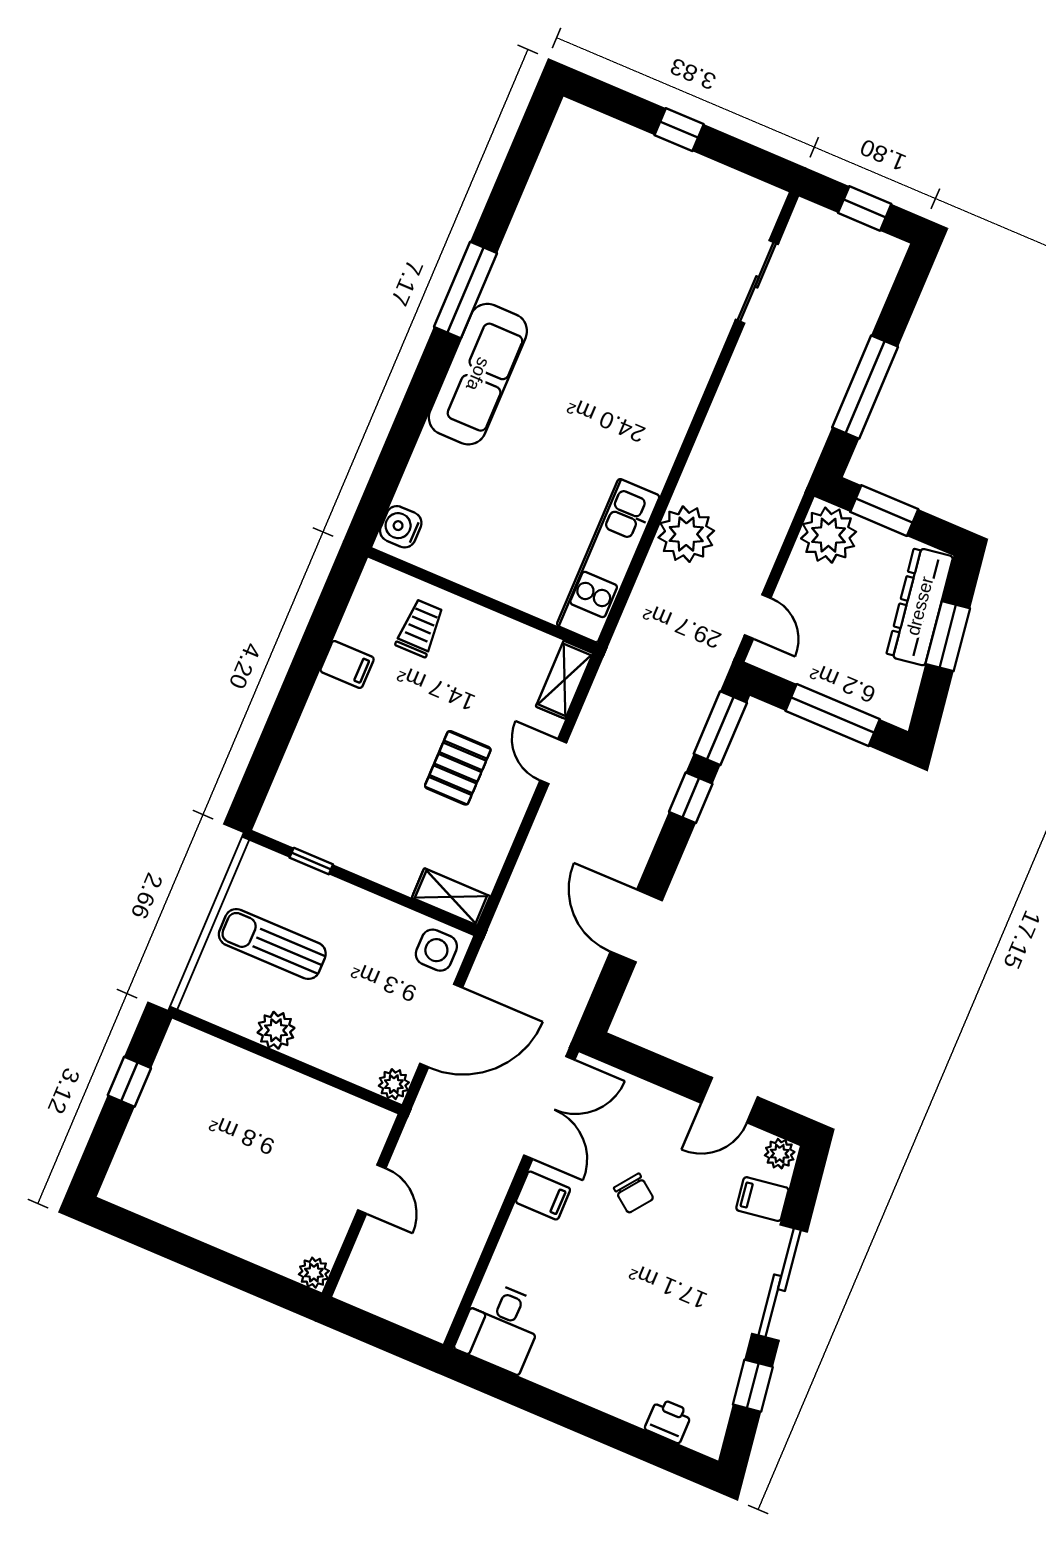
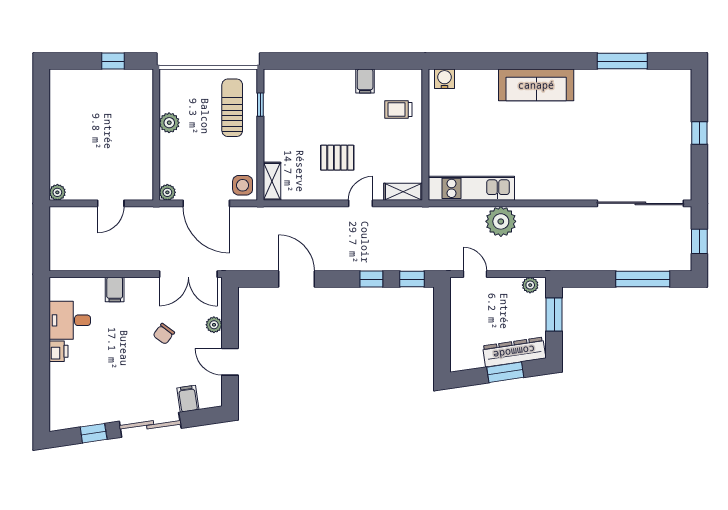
sliding door: (757, 282) -> (640, 203), width x1.86
window: (465, 290) -> (622, 61), moved
window: (865, 387) -> (643, 279), moved
plant: (829, 535) -> (530, 285), width x0.53, depth x0.53
door: (758, 617) -> (475, 274), swing flipped
trolley: (420, 628) -> (398, 110), turned 180
window: (833, 715) -> (442, 332), removed
window: (720, 728) -> (412, 279), width x0.67
door: (636, 926) -> (297, 279), hinge flipped
sun lounger: (272, 944) -> (232, 108), moved
plant: (780, 1154) -> (214, 325), moved
filing cabinet: (543, 1195) -> (115, 289), moved
desk: (501, 1327) -> (70, 320), moved
printer: (668, 1421) -> (59, 351), moved

